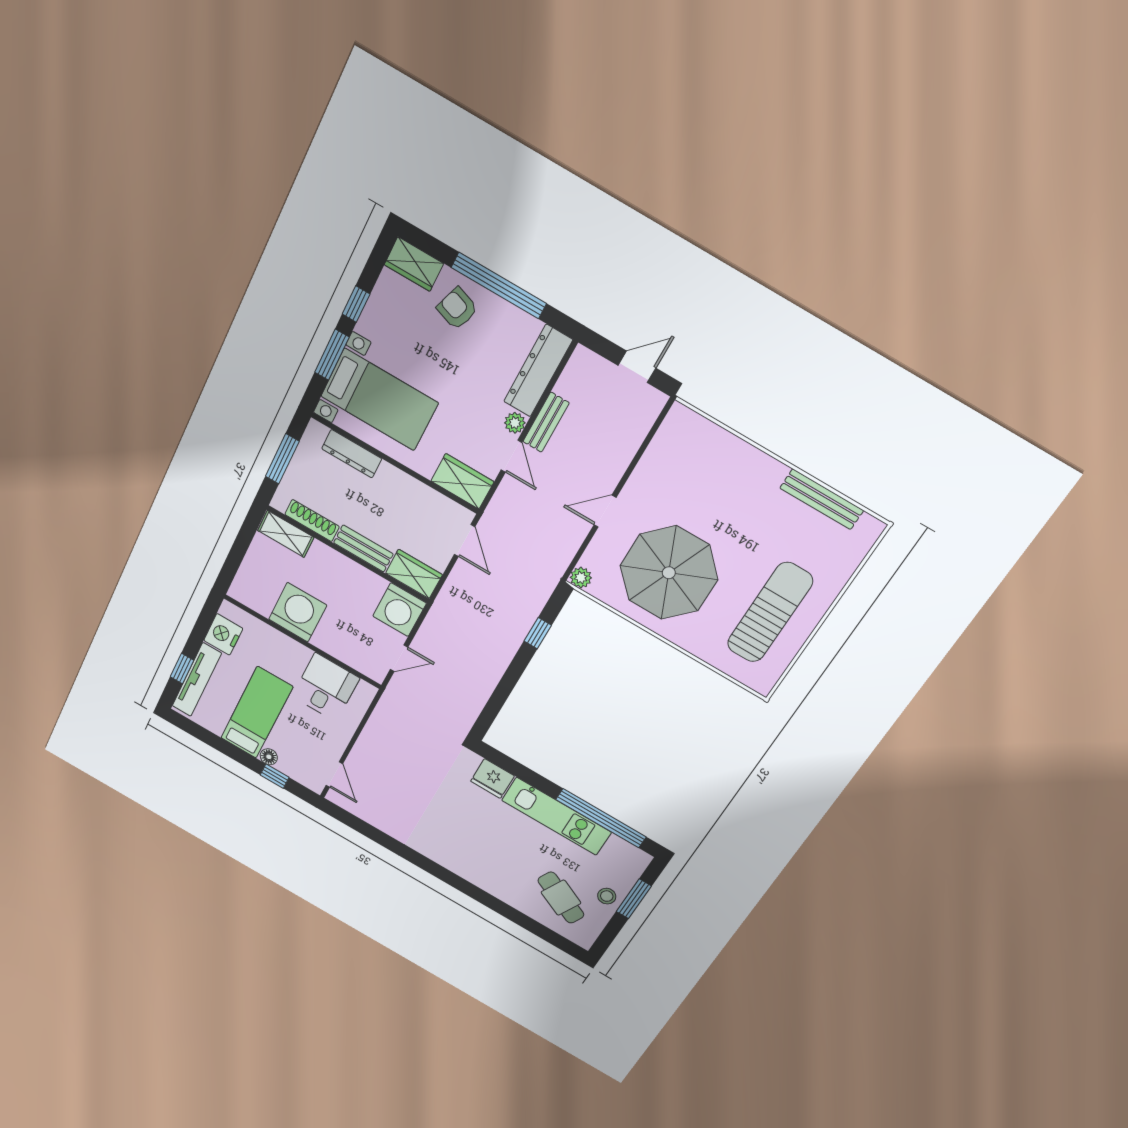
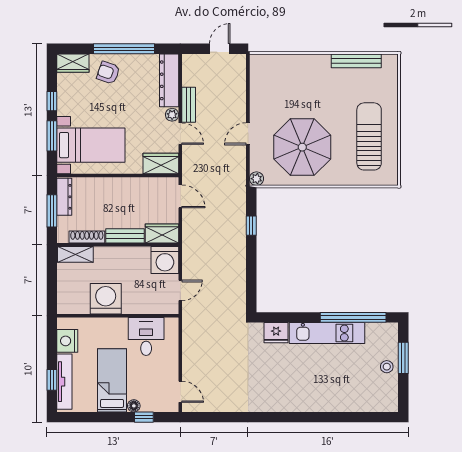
dresser: (352, 454) -> (64, 197), moved, turned -90
cafe table: (561, 898) -> (361, 386), removed

